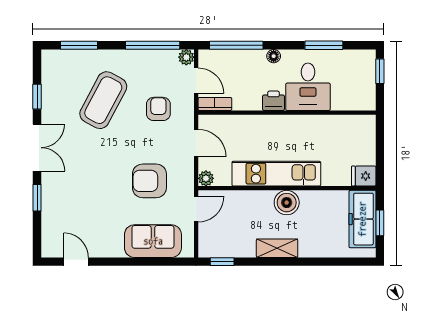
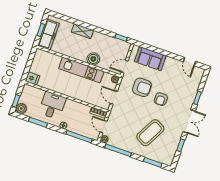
plant: (365, 60) -> (21, 109), added
printer: (273, 101) -> (71, 105), removed
armchair: (158, 109) -> (161, 99), moved
double door: (37, 148) -> (189, 121), swing flipped
fridge: (364, 176) -> (32, 78), moved
boiler: (287, 203) -> (93, 59), moved
shelving: (277, 248) -> (82, 31), moved

